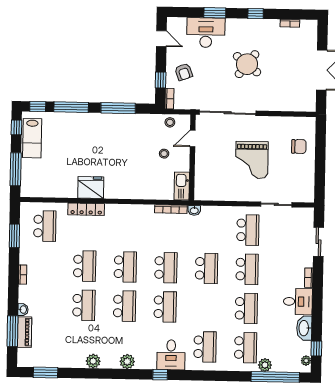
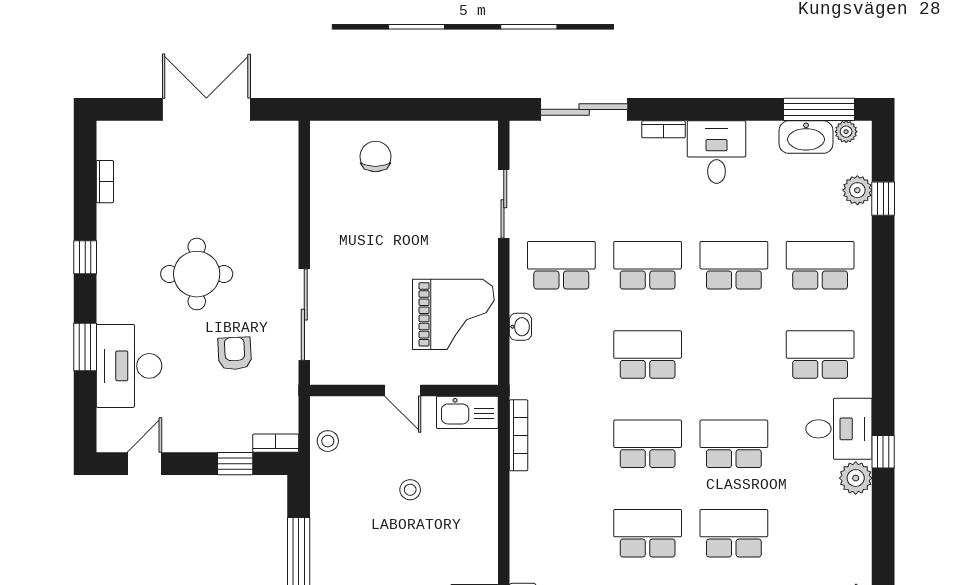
round table: (247, 64) -> (197, 274), turned -38
armchair: (184, 72) -> (235, 353), moved, turned -73
sliding door: (228, 113) -> (304, 315), width x0.73
door: (193, 139) -> (403, 390), moved
stool: (164, 154) -> (410, 490), moved
grand piano: (252, 160) -> (453, 314), moved
washbasin: (194, 210) -> (520, 327), moved
sliding door: (318, 242) -> (584, 109), width x1.37
washbasin: (304, 328) -> (806, 137), moved
window: (316, 349) -> (819, 109), width x2.17
plant: (127, 362) -> (856, 478), moved
plant: (265, 365) -> (857, 190), moved
window: (275, 377) -> (883, 199), width x0.32

